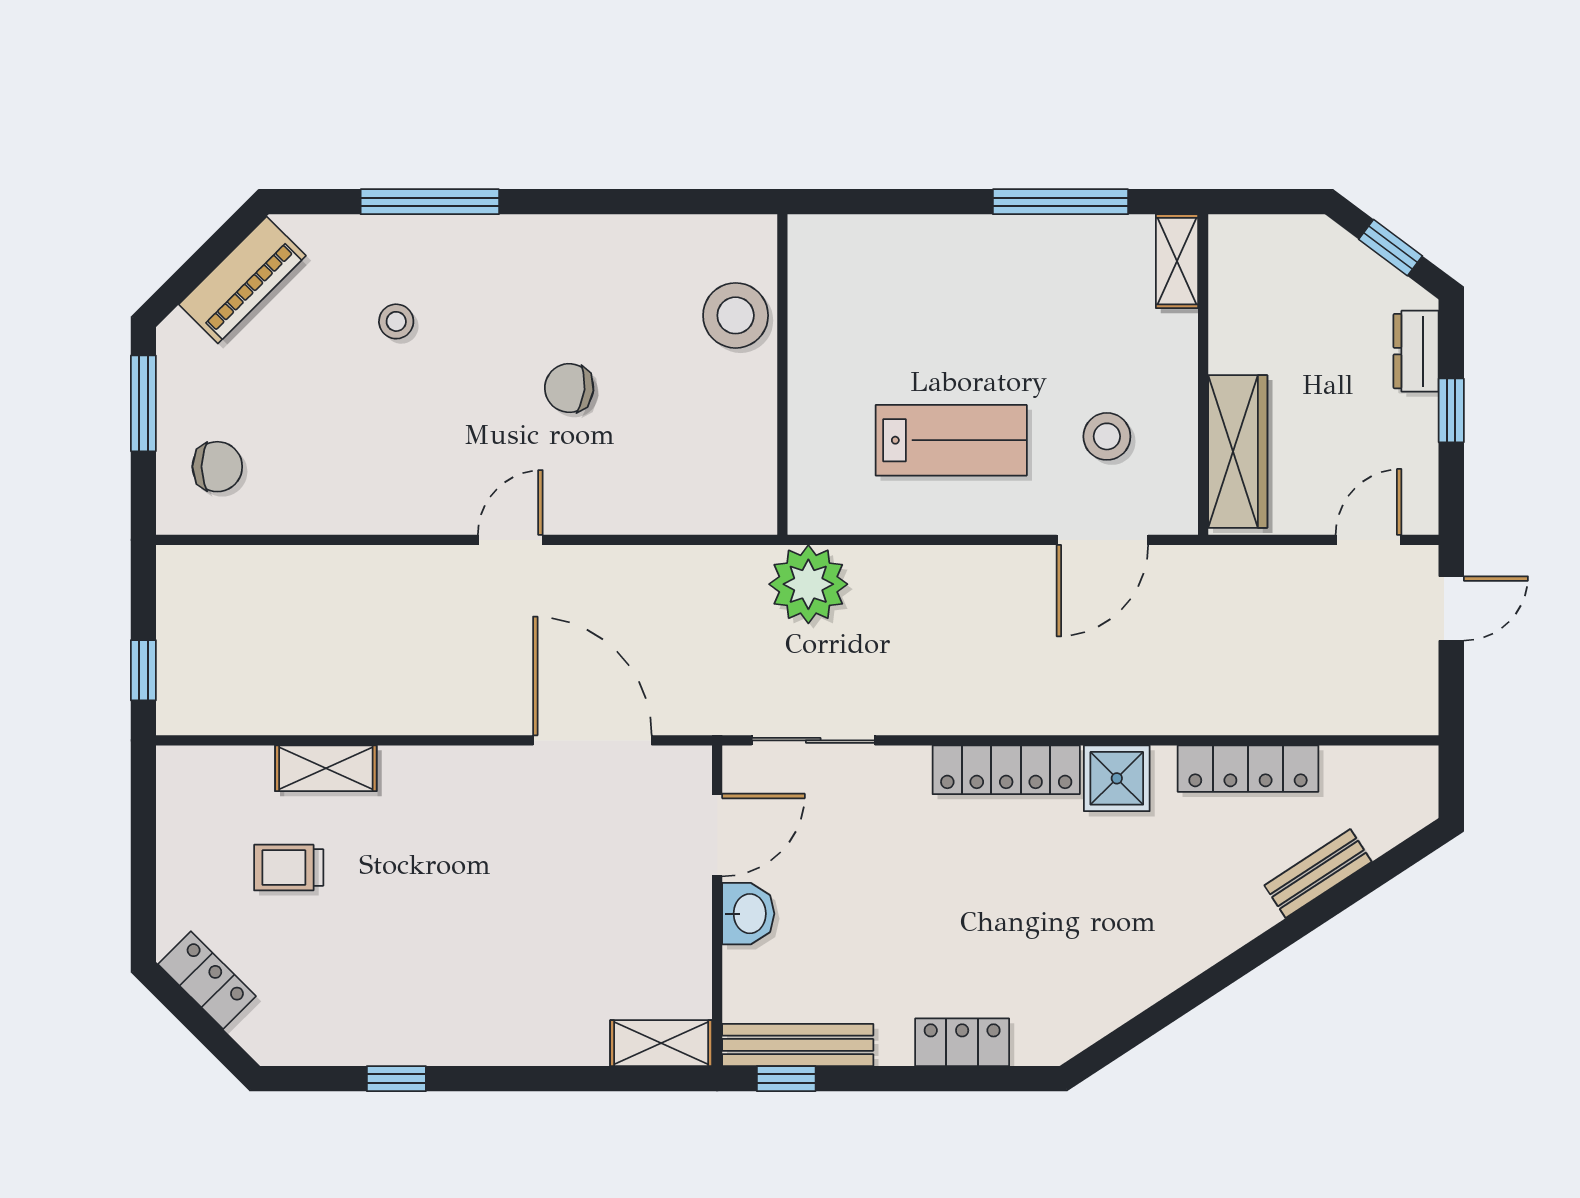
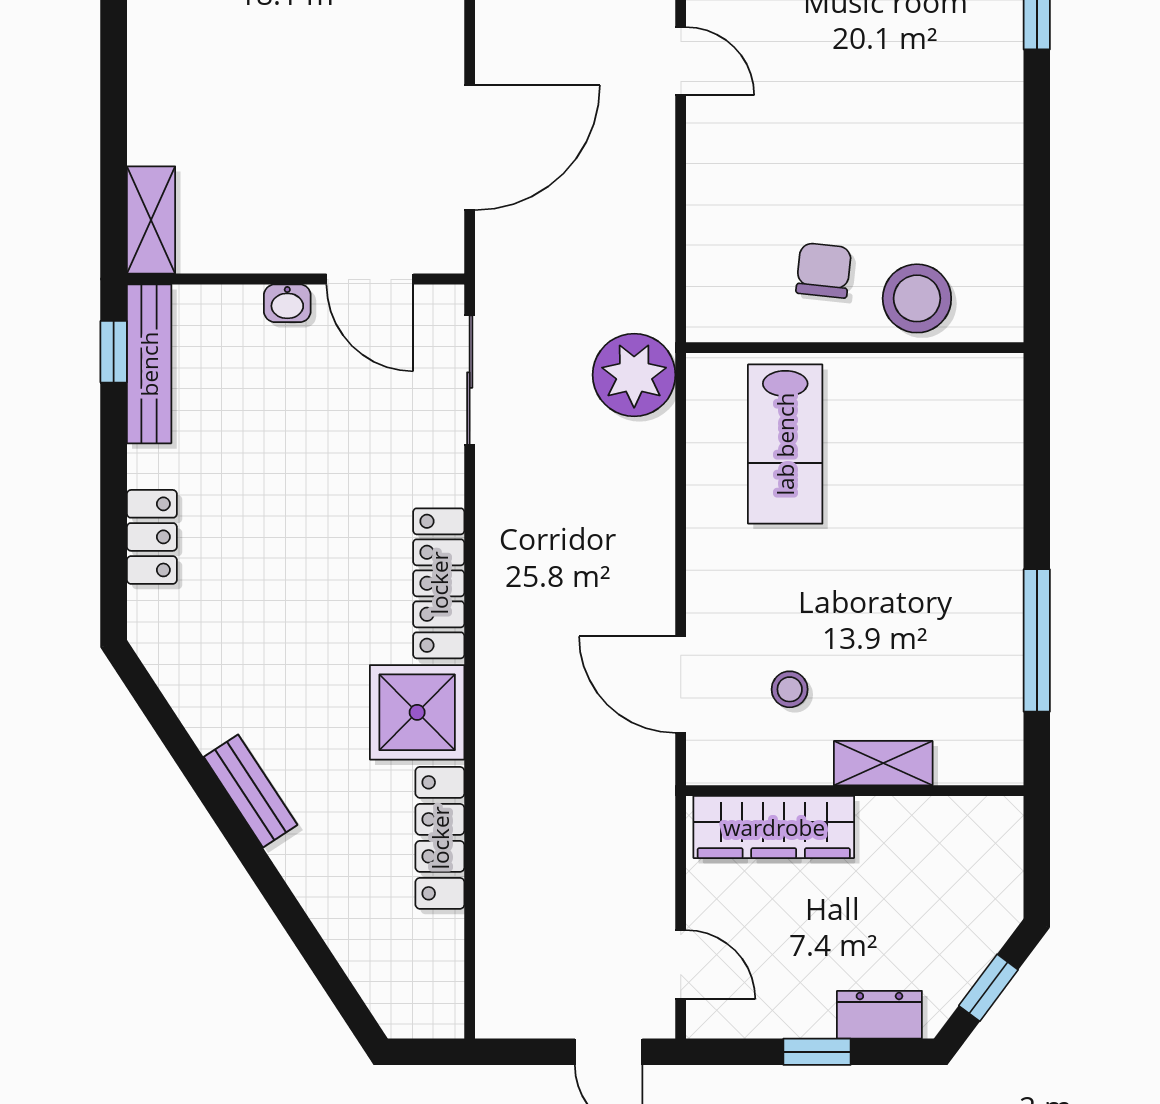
shelving: (1177, 261) -> (883, 763), moved
chair: (569, 388) -> (824, 270), moved
stool: (1107, 436) -> (790, 689), width x0.73, depth x0.73
lab bench: (951, 440) -> (785, 444), moved
shower: (1117, 778) -> (417, 712), width x1.36, depth x1.36
bench: (1318, 874) -> (251, 791), moved
washbasin: (748, 914) -> (287, 303), width x0.72, depth x0.69

